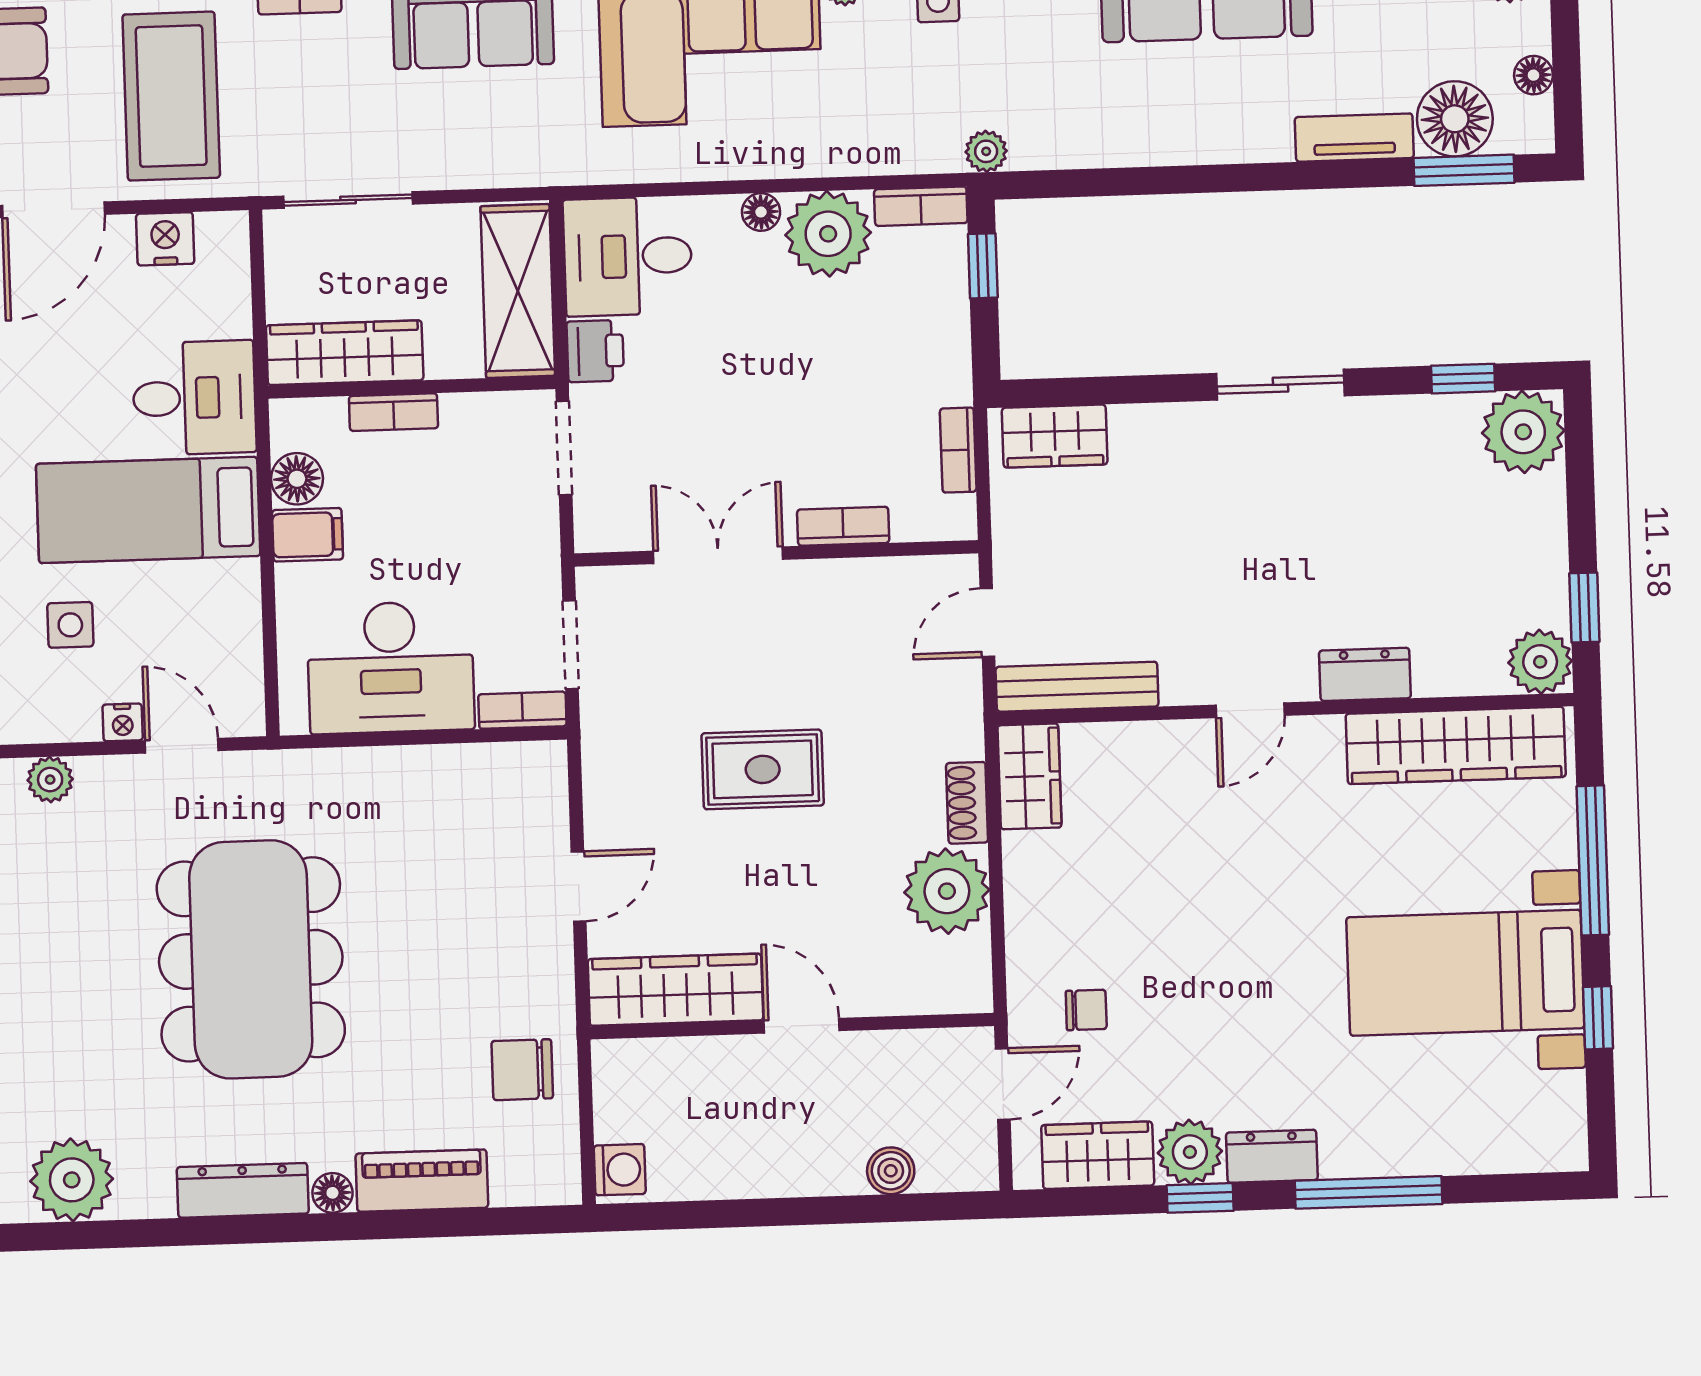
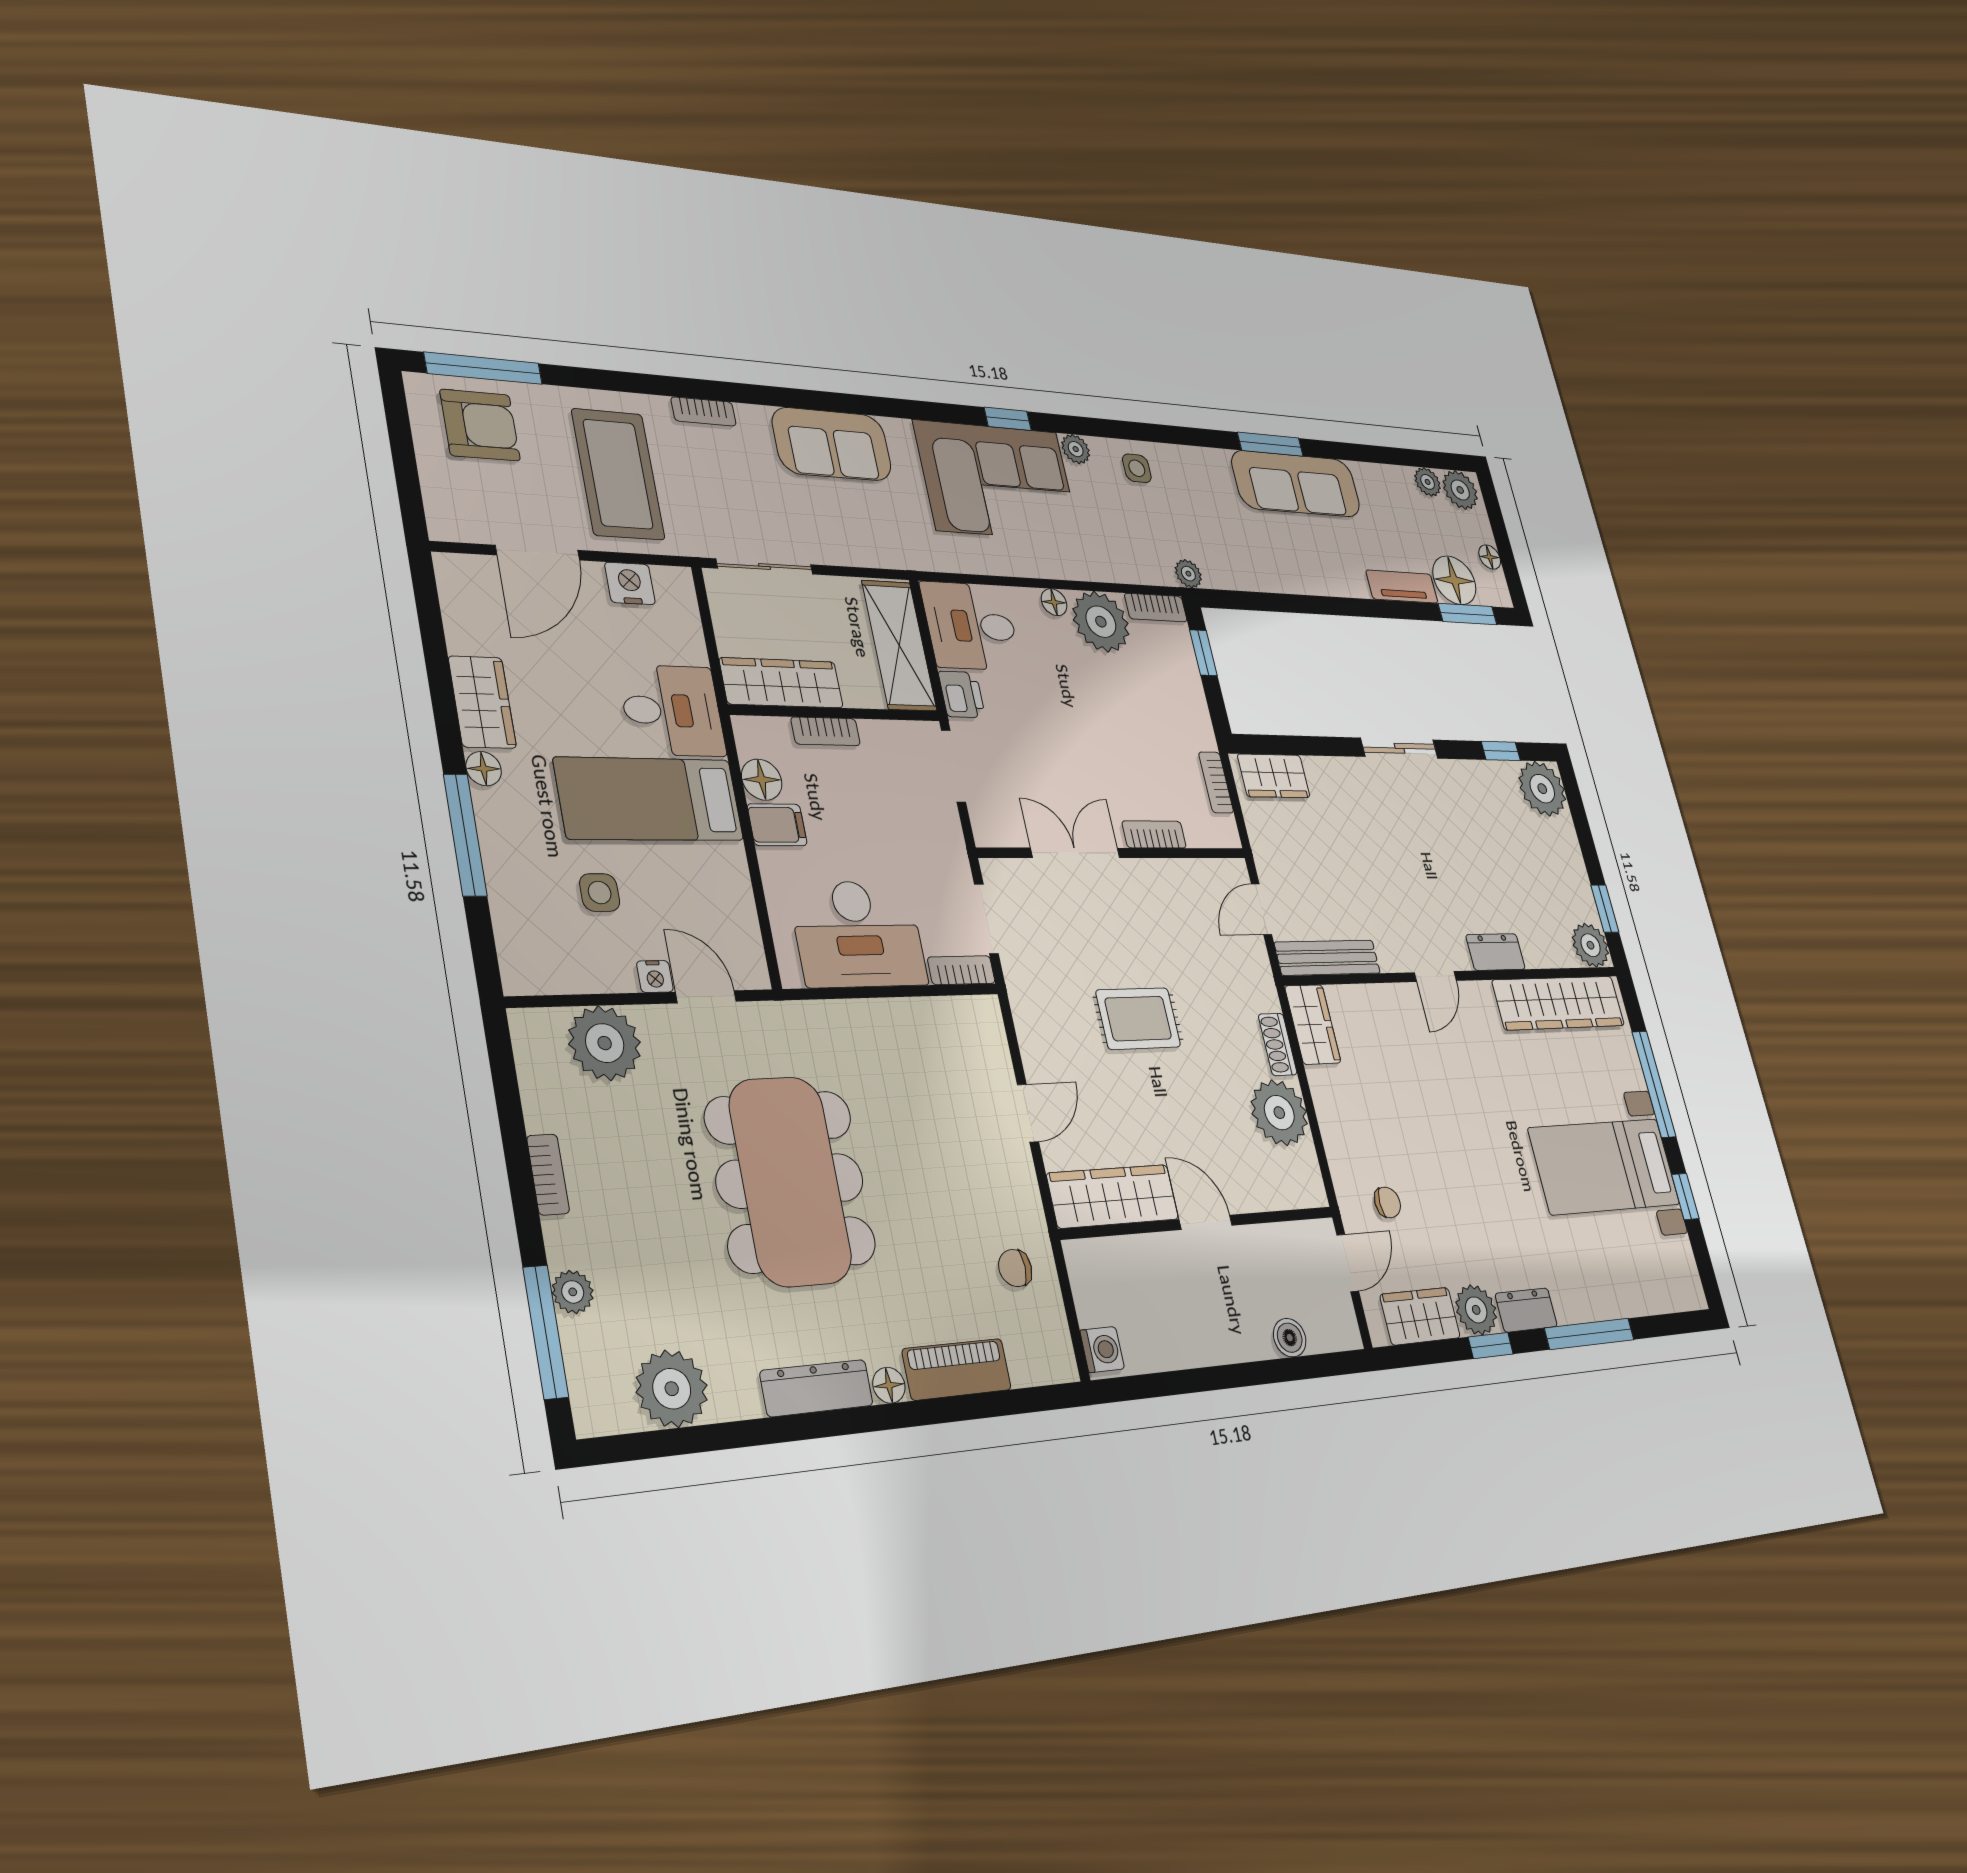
plant: (50, 780) -> (605, 1043), width x1.87, depth x1.87
chair: (522, 1070) -> (1015, 1268), width x0.73, depth x0.73

